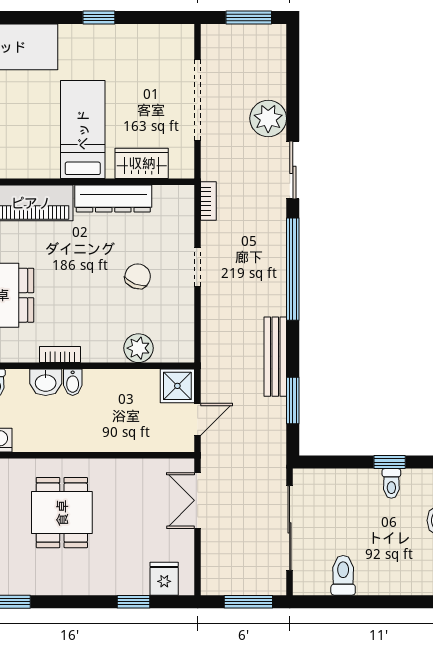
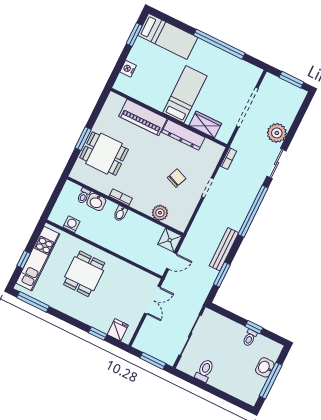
window: (99, 17) -> (219, 44), width x3.17
washbasin: (46, 382) -> (96, 202), moved
double door: (198, 500) -> (152, 300), swing flipped

